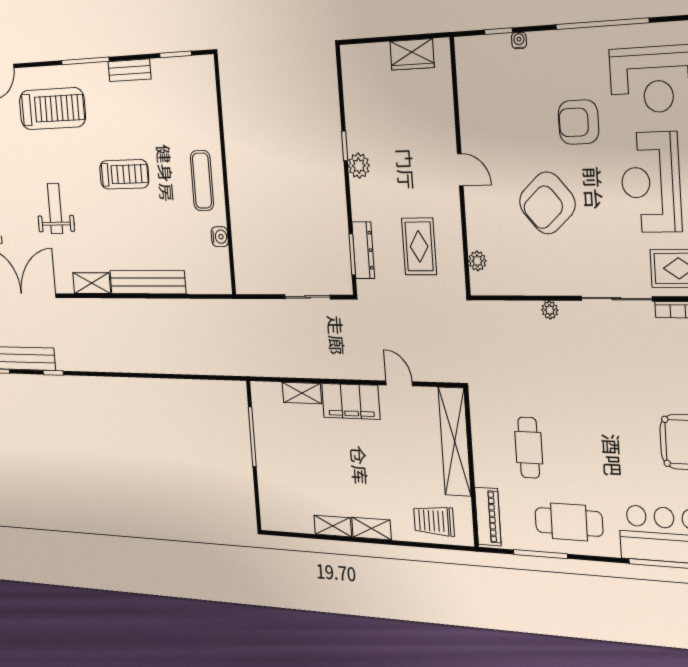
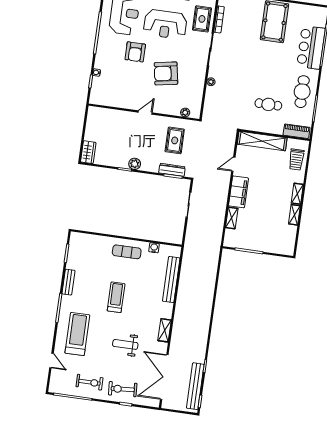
wardrobe: (412, 54) -> (88, 152), moved
armchair: (547, 203) -> (166, 73), turned 121
rug: (419, 246) -> (175, 140), turned 90
bench: (148, 282) -> (171, 280), moved

